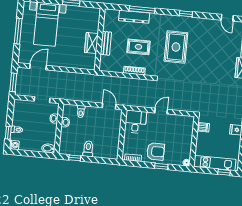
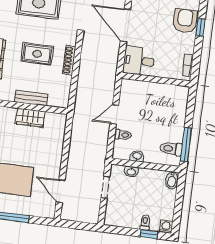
rug: (138, 47) -> (37, 54), turned 90
window: (13, 82) -> (81, 226), removed
door: (109, 106) -> (114, 114), moved
door: (161, 111) -> (125, 25), width x1.87
toilet: (88, 149) -> (171, 149), moved
armchair: (156, 152) -> (185, 21), moved
window: (75, 158) -> (186, 145), width x2.17

